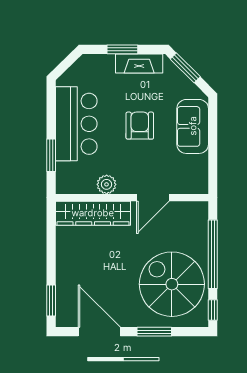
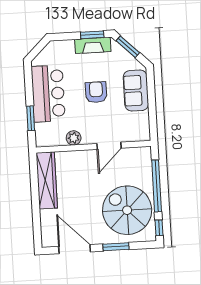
window: (122, 49) -> (92, 35), moved
wardrobe: (93, 213) -> (47, 180), moved, turned -90
window: (51, 301) -> (37, 228), removed

